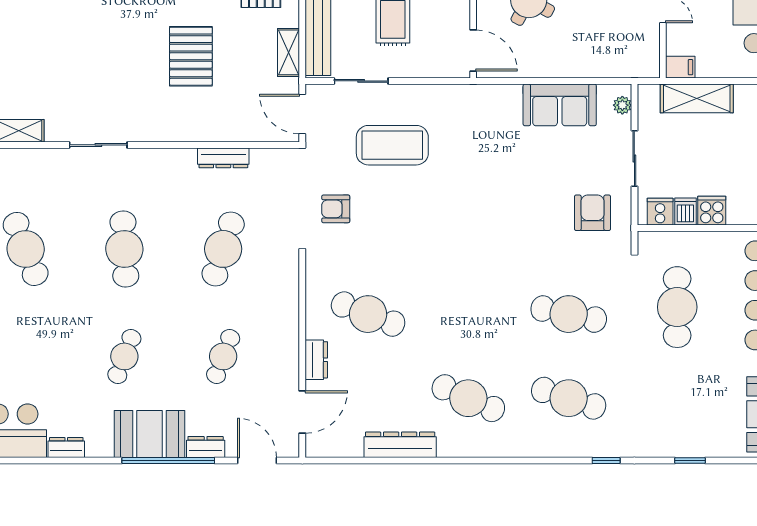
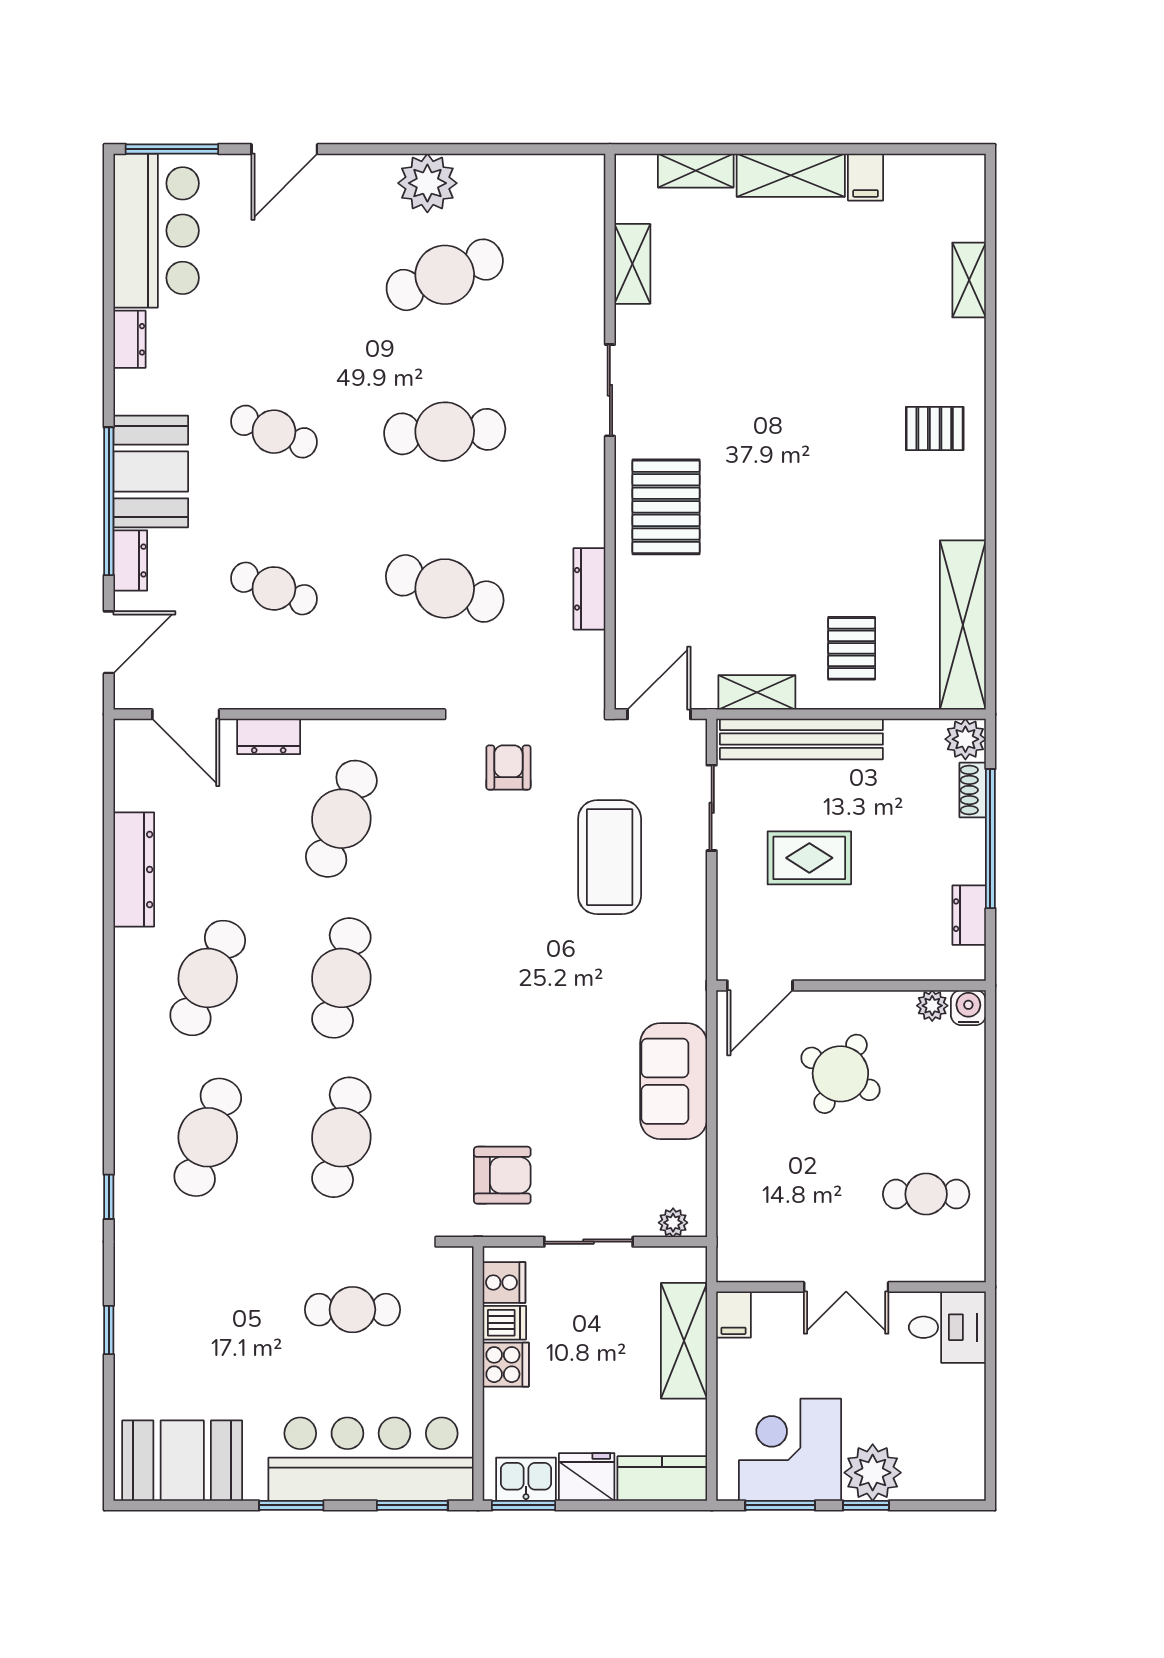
pallet: (191, 56) -> (666, 507), moved, turned 90
sofa: (560, 105) -> (674, 1081), moved
cafe table: (677, 307) -> (352, 1310), width x0.73, depth x0.74
cafe table: (468, 314) -> (341, 978), added

